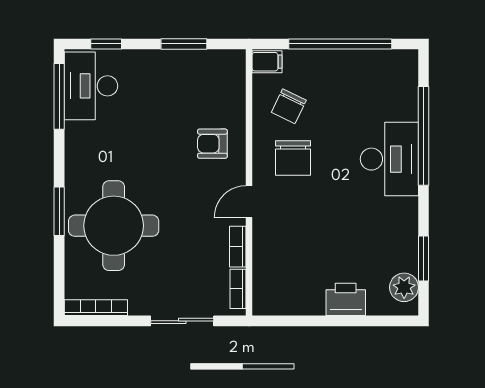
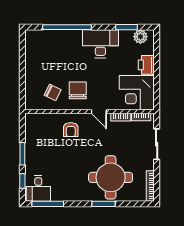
window: (184, 44) -> (22, 154), moved
window: (340, 44) -> (22, 68), removed
filing cabinet: (267, 62) -> (31, 103), removed
desk: (91, 86) -> (38, 188), width x0.73
chair: (293, 158) -> (78, 90), turned -90
desk: (389, 159) -> (100, 44), moved
corner desk: (288, 280) -> (137, 93), added

